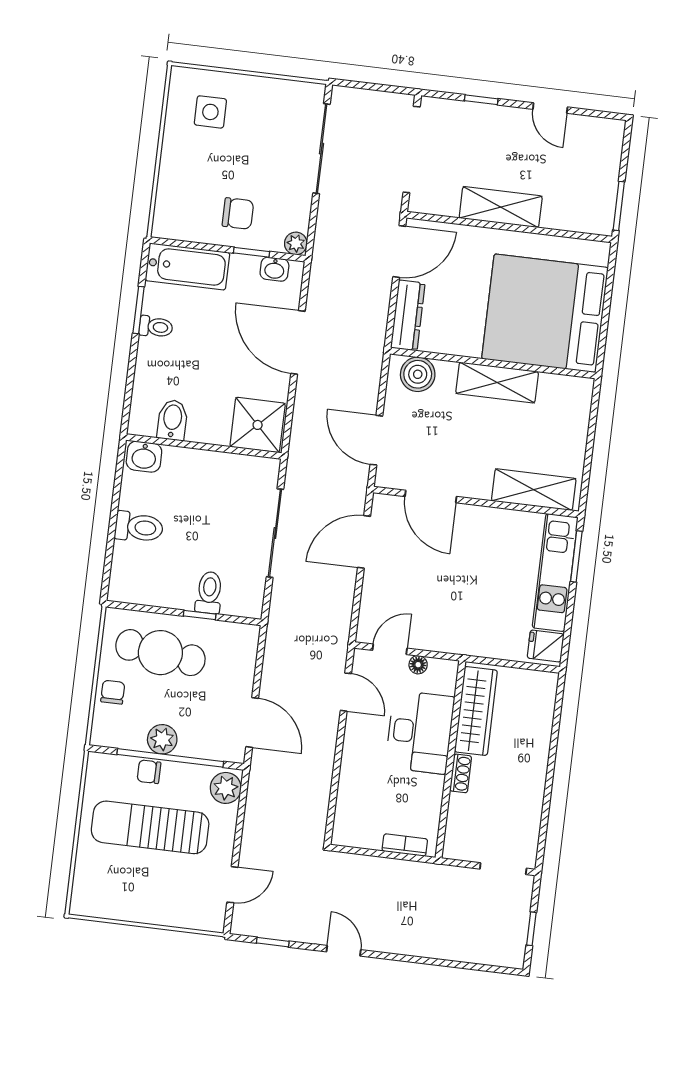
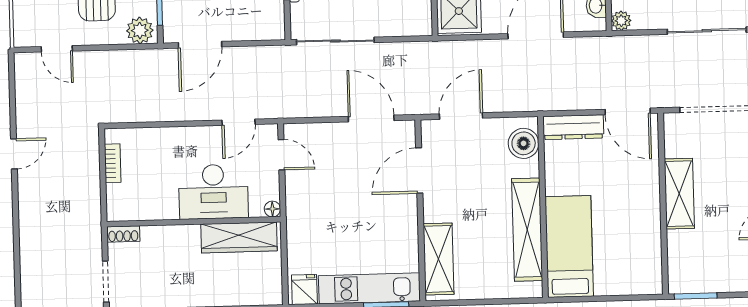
bed: (545, 313) -> (569, 246), width x0.49
shelving: (497, 383) -> (527, 230), width x1.47
sliding door: (275, 533) -> (335, 41), moved
floor lamp: (418, 665) -> (272, 209), moved
shoe rack: (461, 773) -> (123, 234), moved
bookcase: (405, 845) -> (113, 163), moved
window: (273, 942) -> (12, 91), removed

